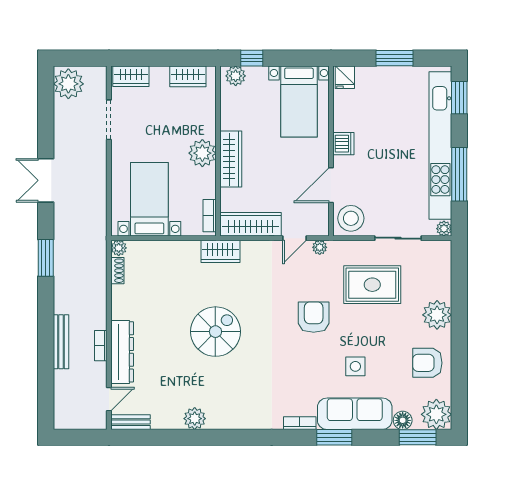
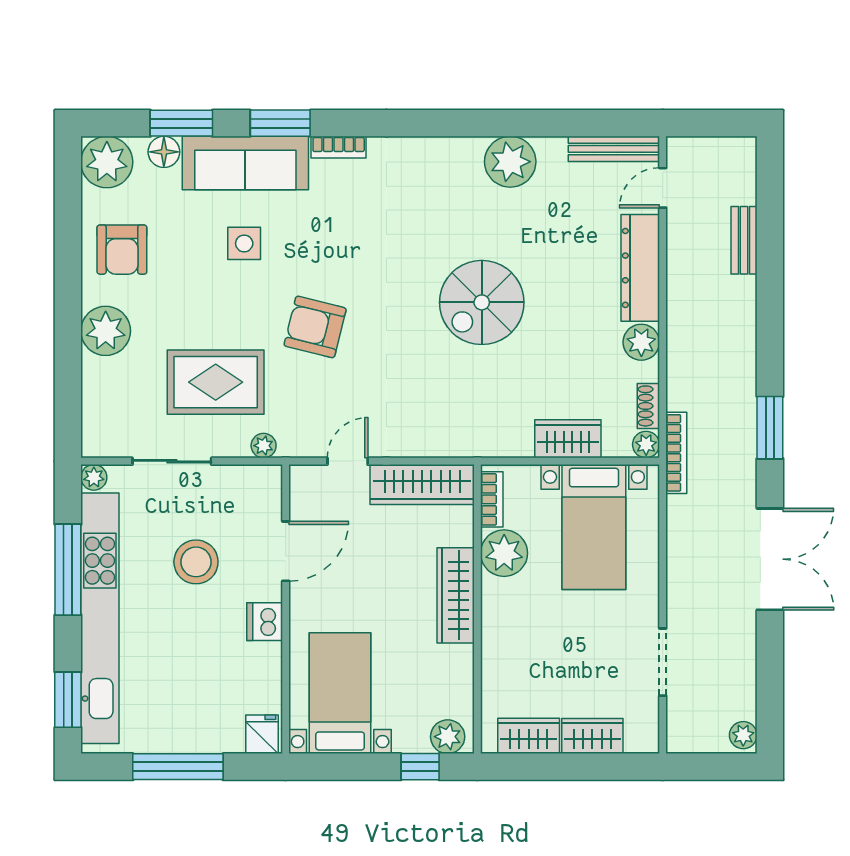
window: (394, 58) -> (178, 767), width x1.44
wardrobe: (131, 76) -> (592, 736), moved
plant: (68, 84) -> (743, 735), width x0.53, depth x0.53
plant: (202, 153) -> (504, 553), moved
double door: (46, 180) -> (770, 559), width x1.37
stool: (351, 218) -> (196, 562), moved
plant: (320, 247) -> (264, 446), moved
wardrobe: (220, 251) -> (568, 439), moved
plant: (121, 308) -> (641, 342), added
armchair: (314, 317) -> (315, 327), turned 104
bench: (61, 342) -> (744, 240), moved, width x0.73
bookcase: (101, 346) -> (676, 453), moved, width x1.56
armchair: (427, 363) -> (122, 250), turned 90
plant: (195, 419) -> (510, 162), width x1.36, depth x1.36
bench: (130, 422) -> (614, 149), width x1.36
window: (418, 437) -> (181, 123), moved

